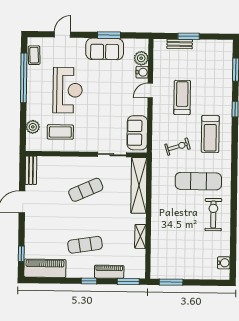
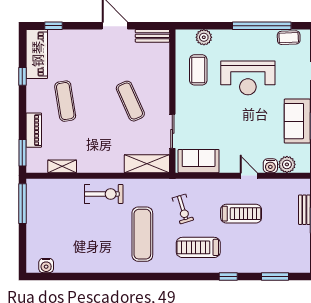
shelving: (139, 185) -> (147, 164), width x0.68
exercise bike: (213, 215) -> (104, 194), moved
shelving: (140, 236) -> (62, 166), moved
window: (89, 281) -> (22, 76), moved
window: (171, 282) -> (22, 204), width x1.44

